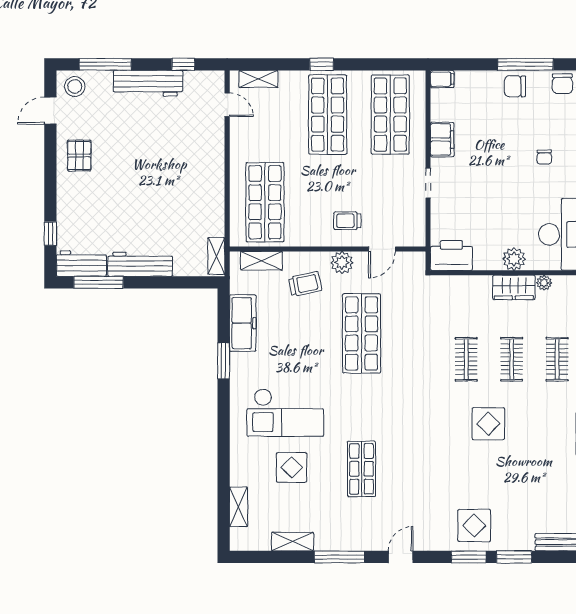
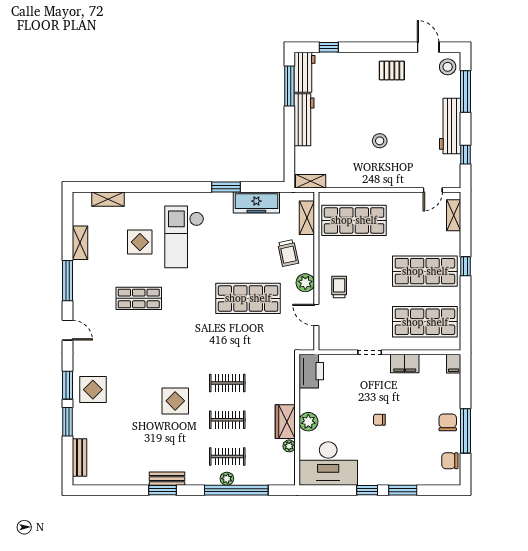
chair: (544, 157) -> (379, 420), moved
stool: (166, 171) -> (380, 141), added

